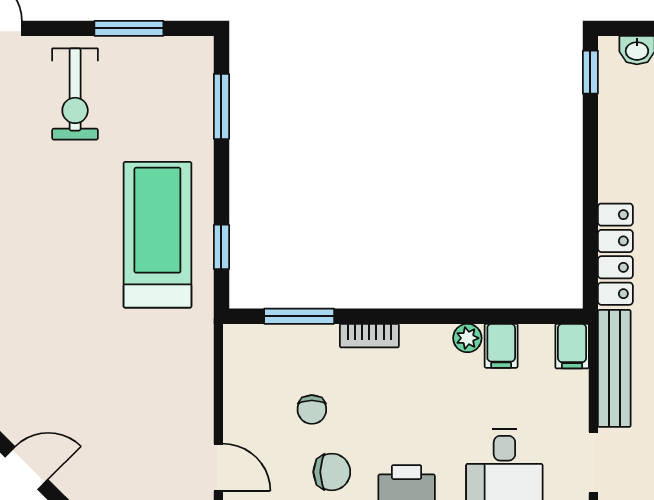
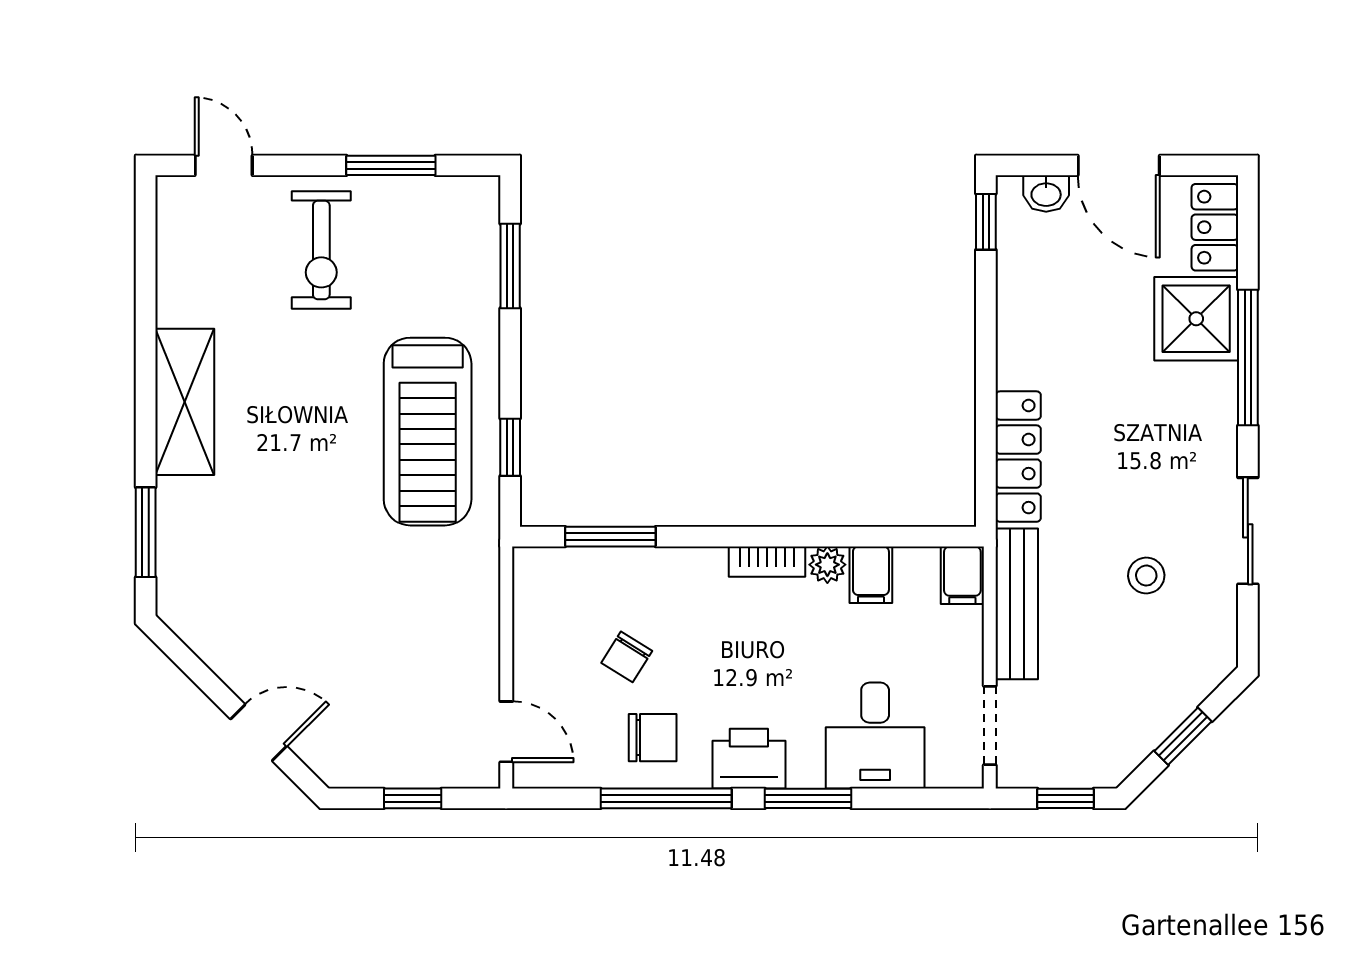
treadmill: (157, 235) -> (428, 432), turned 180
bookcase: (369, 336) -> (767, 562), moved
chair: (312, 409) -> (627, 657), turned 32

